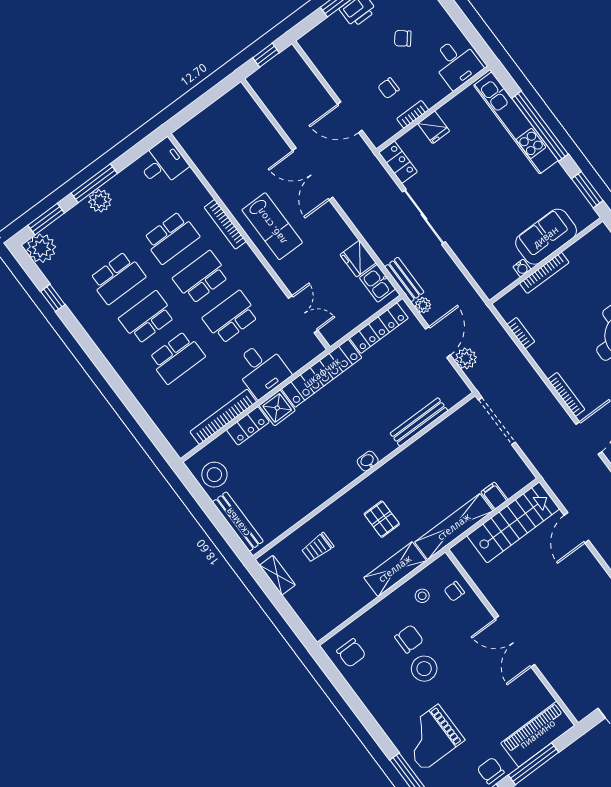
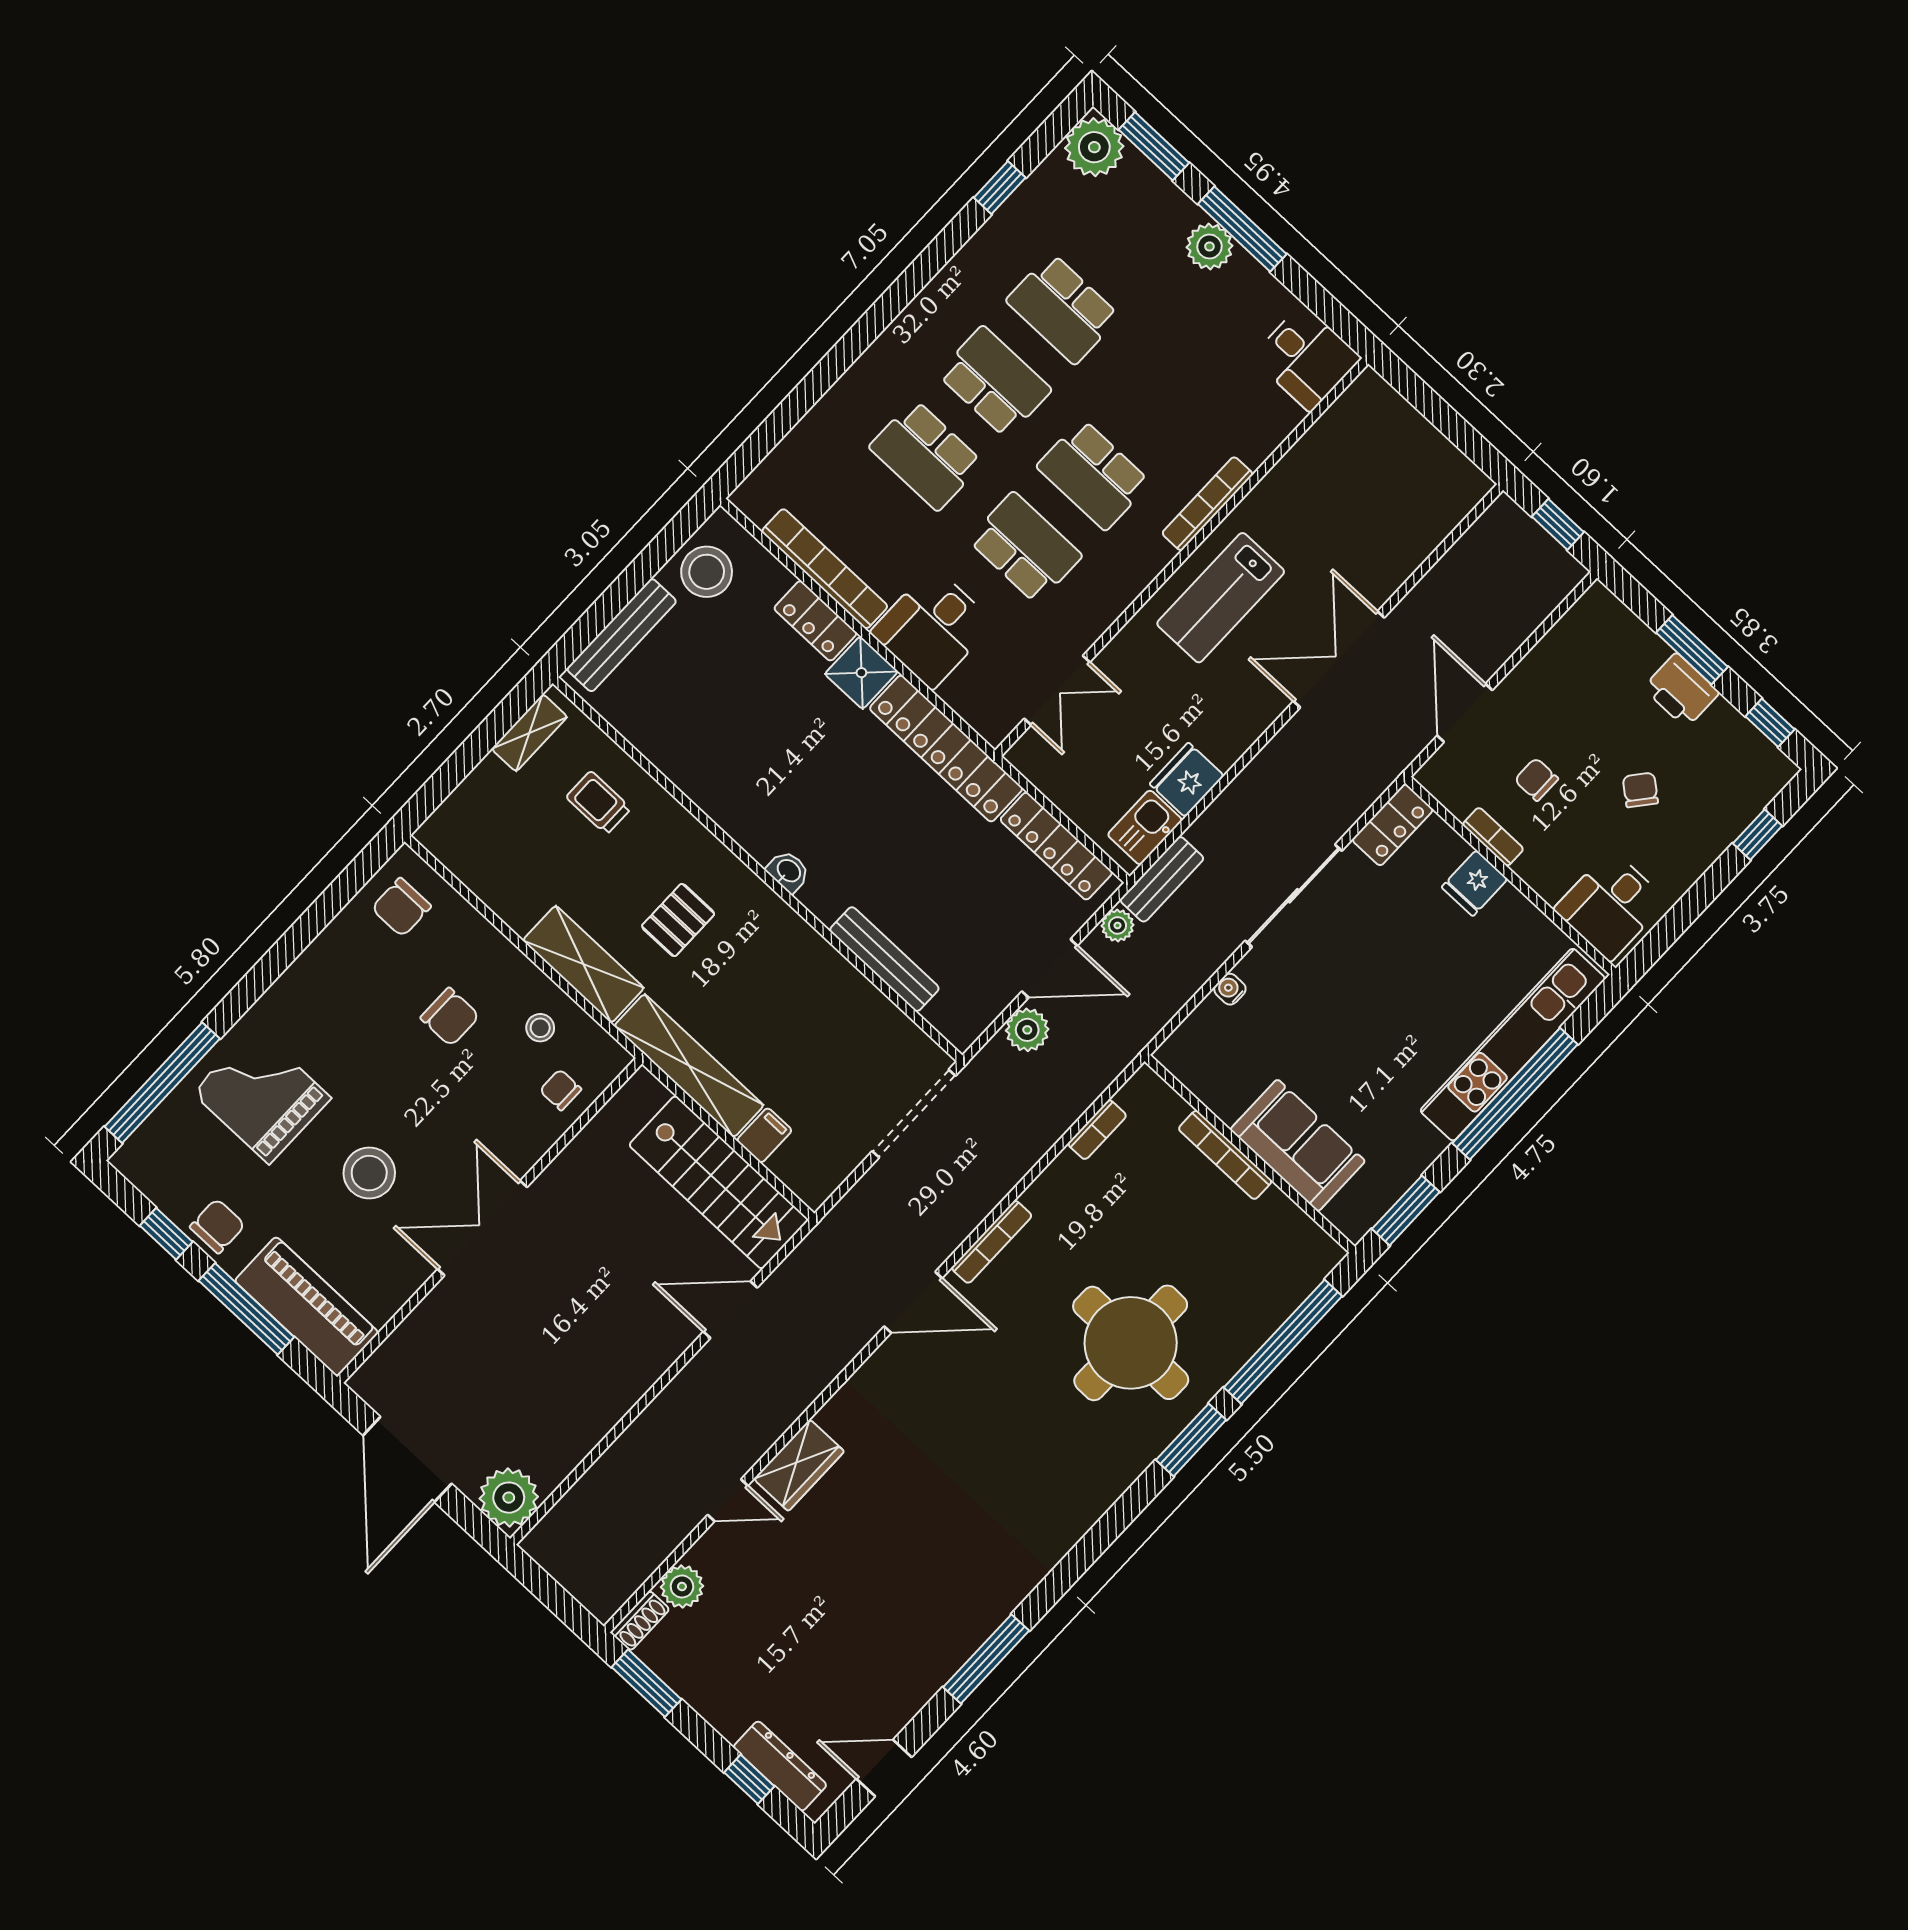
school desk: (171, 238) -> (1162, 401), removed
water cooler: (522, 268) -> (1230, 989), moved, turned 90
school desk: (201, 277) -> (1094, 475), turned 180
stool: (424, 669) -> (369, 1173), moved

